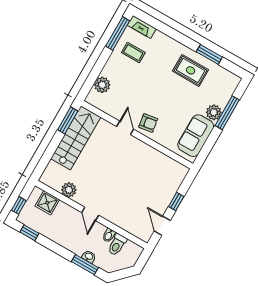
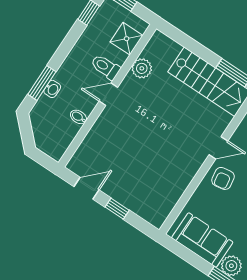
toilet: (117, 245) -> (105, 67), moved

